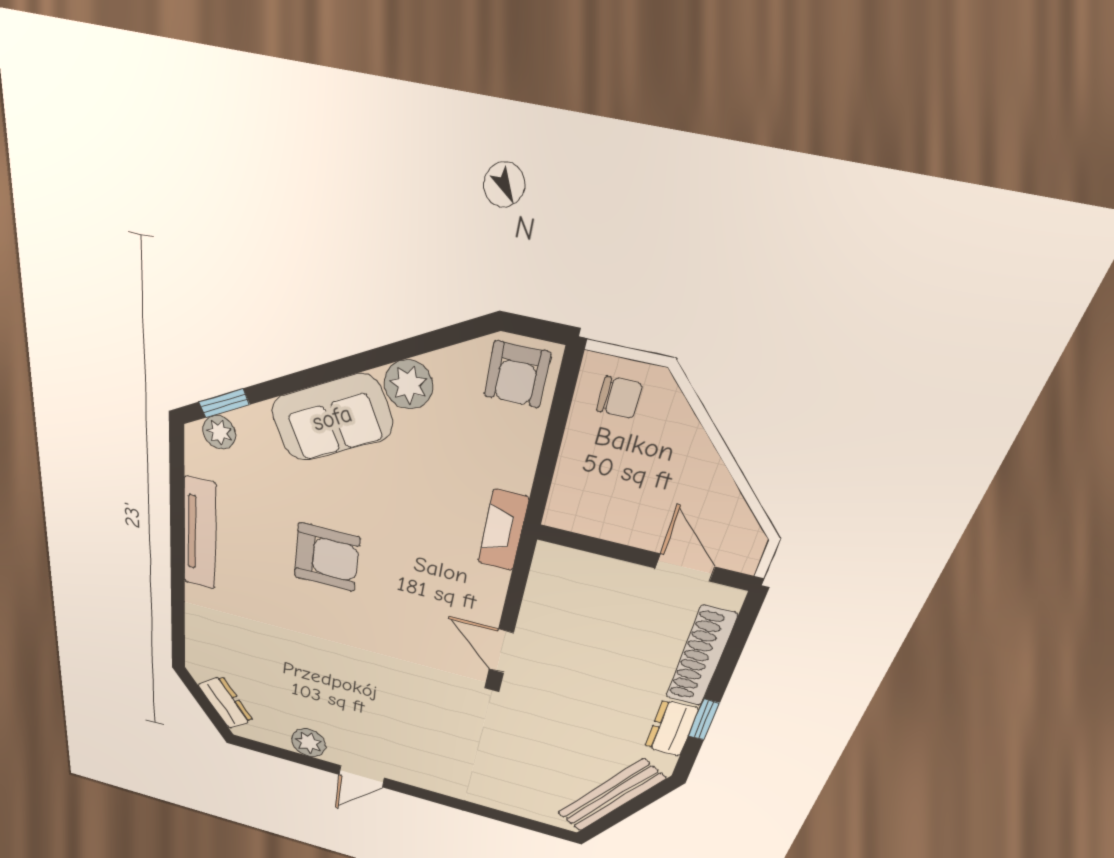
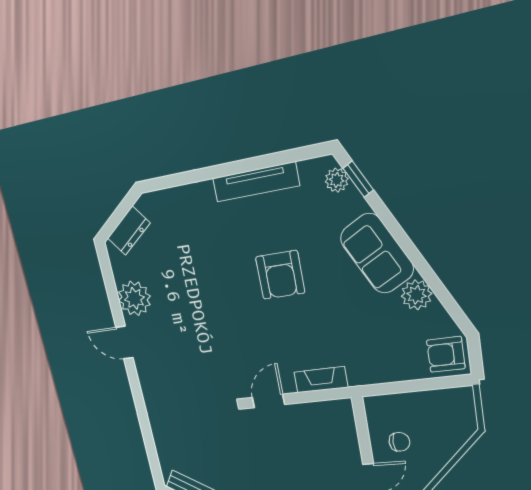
chair: (619, 397) -> (399, 442), moved, turned -90
fireplace: (503, 530) -> (321, 380), moved
plant: (309, 743) -> (134, 298), width x1.36, depth x1.36

